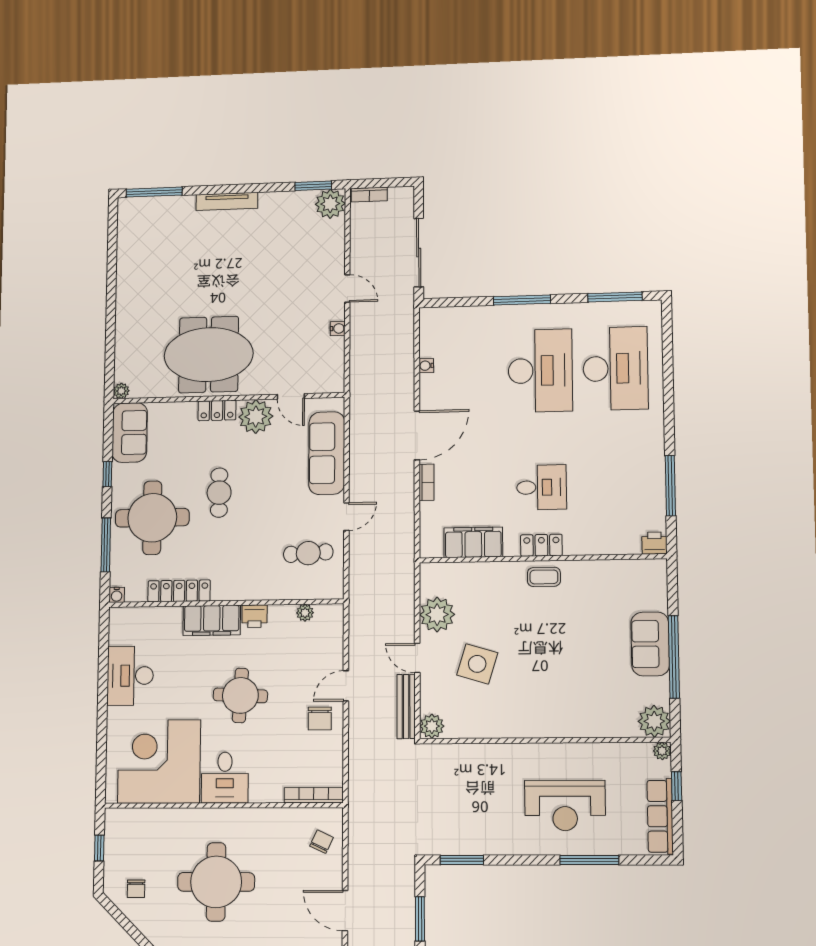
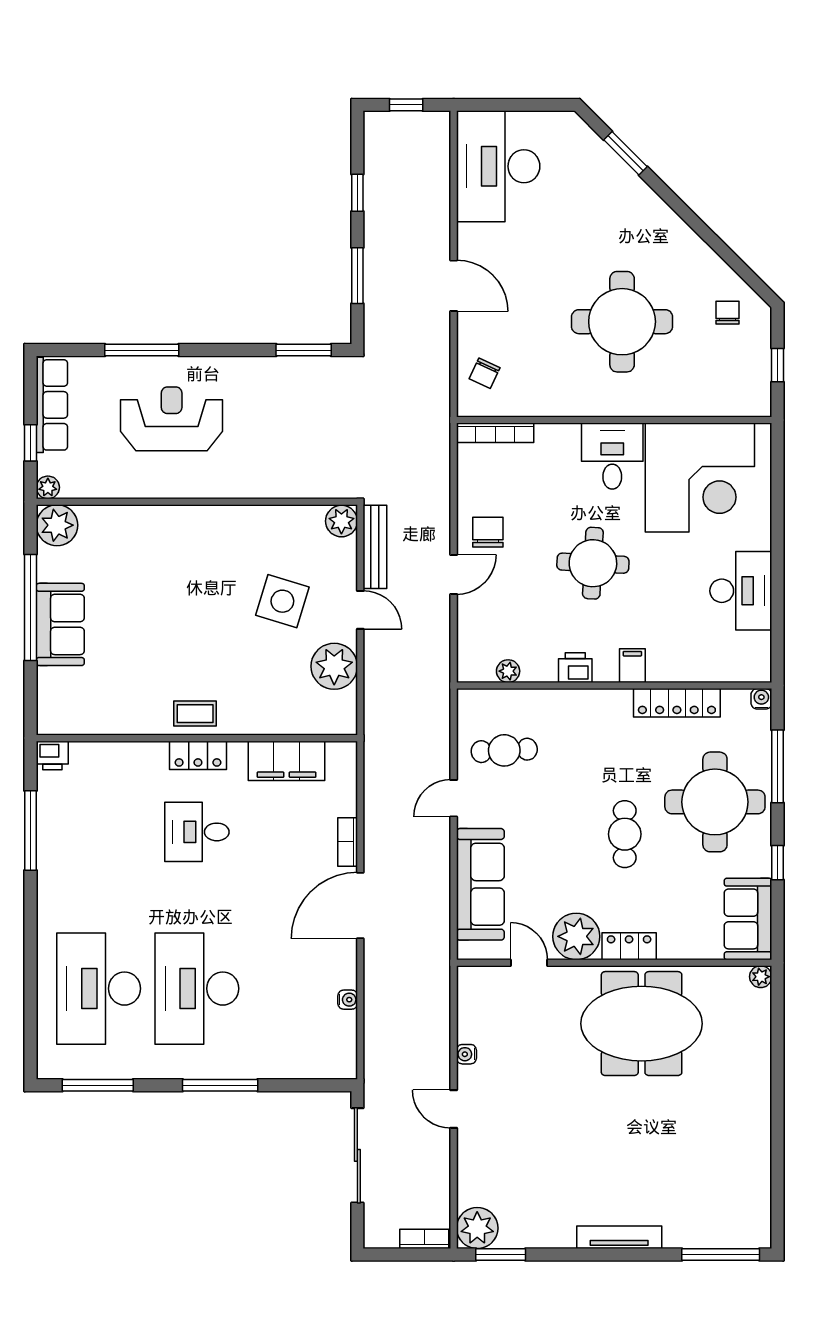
filing cabinet: (212, 620) -> (632, 666), width x0.33, depth x0.86

